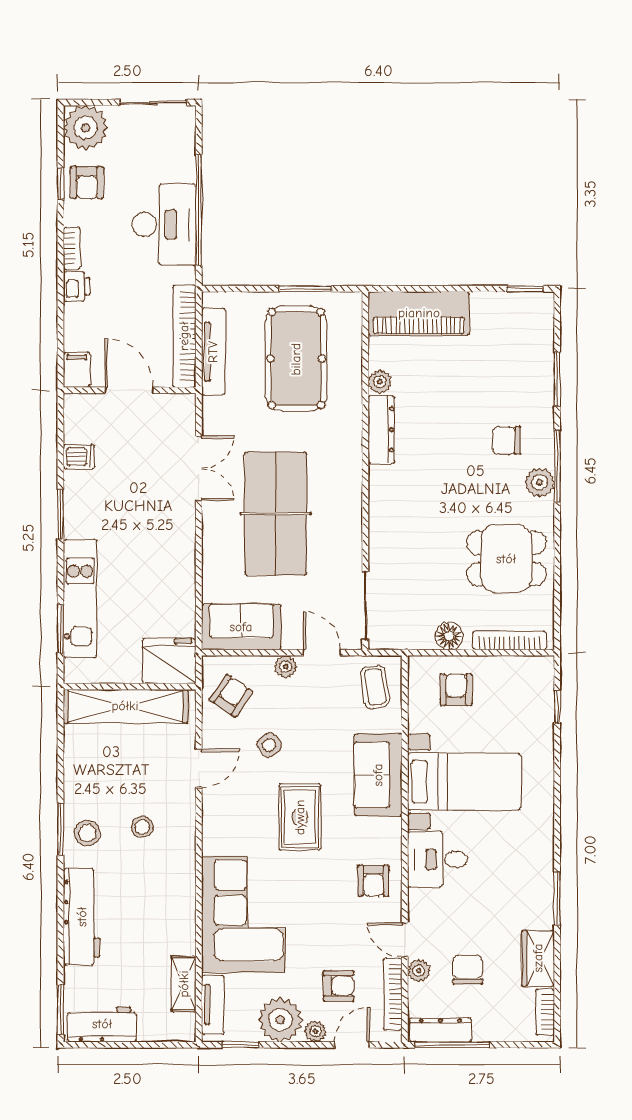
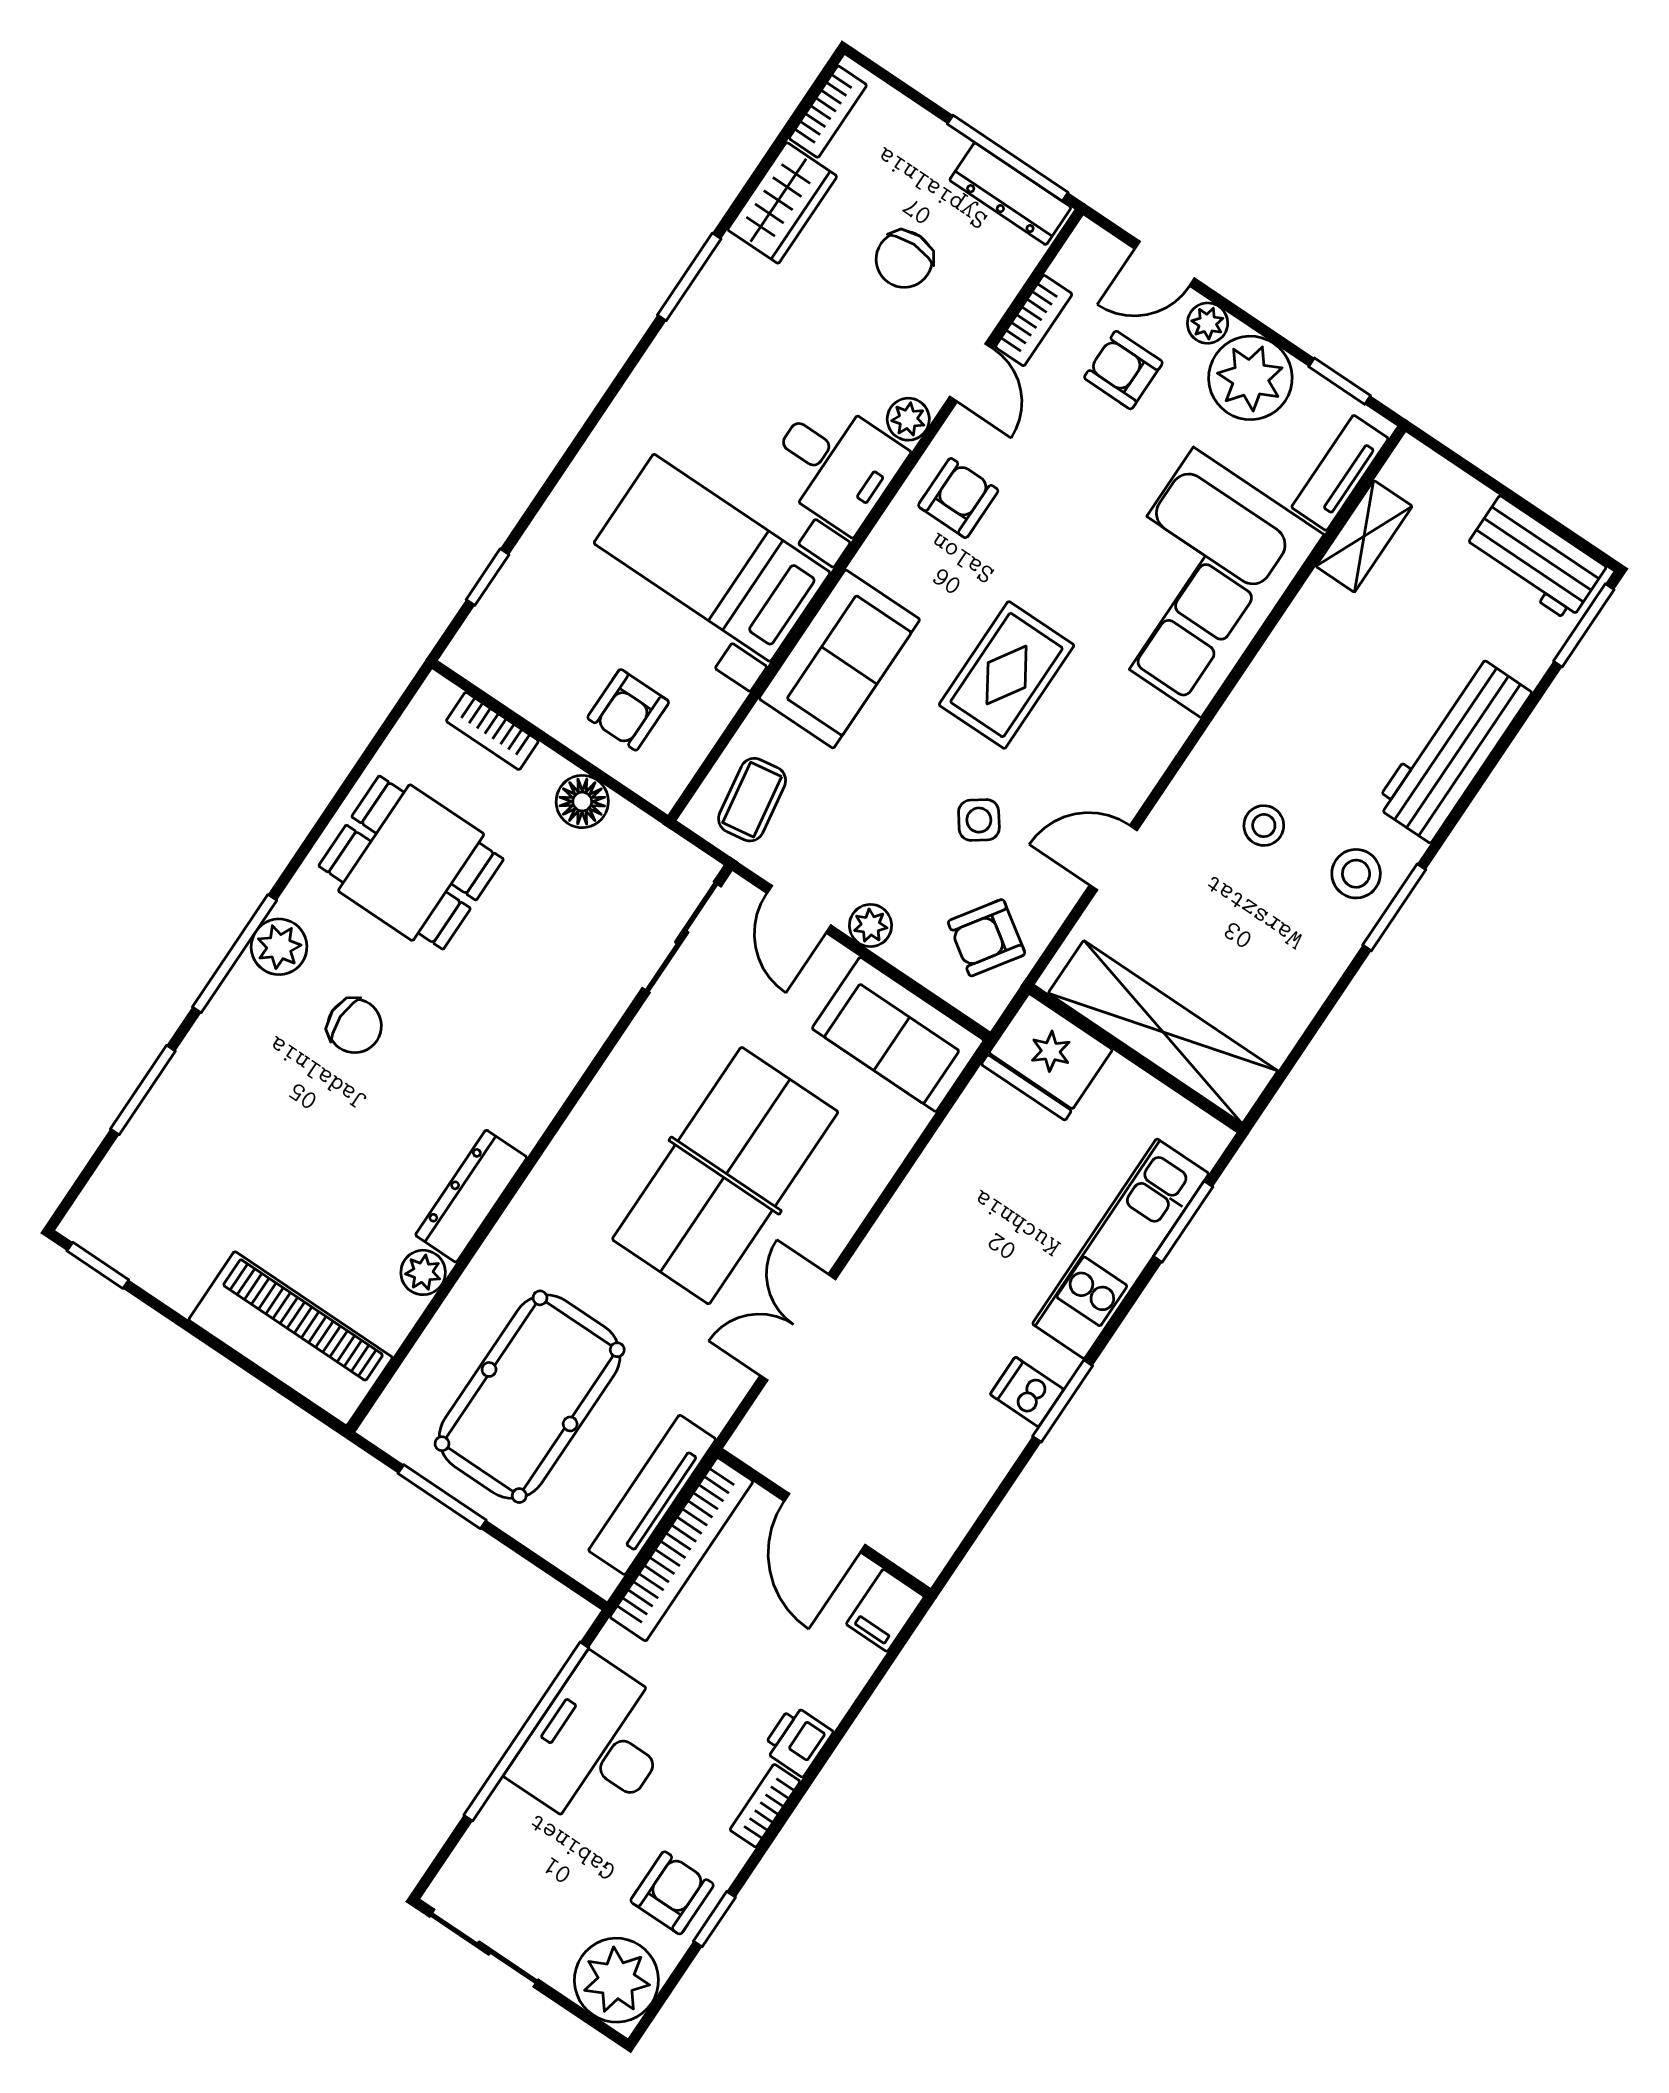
chair: (507, 440) -> (355, 1026), moved
dishwasher: (79, 457) -> (1027, 1392), moved
bookcase: (509, 640) -> (492, 731), width x0.64
plant: (419, 971) -> (908, 419), moved
bookcase: (393, 994) -> (1034, 321), width x0.64

